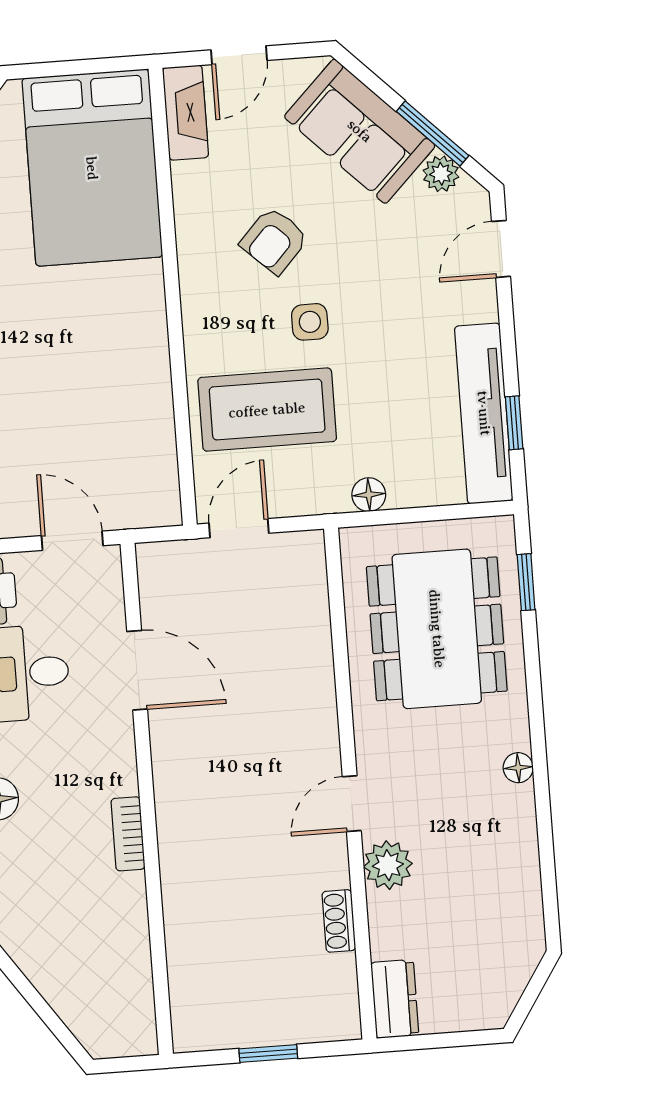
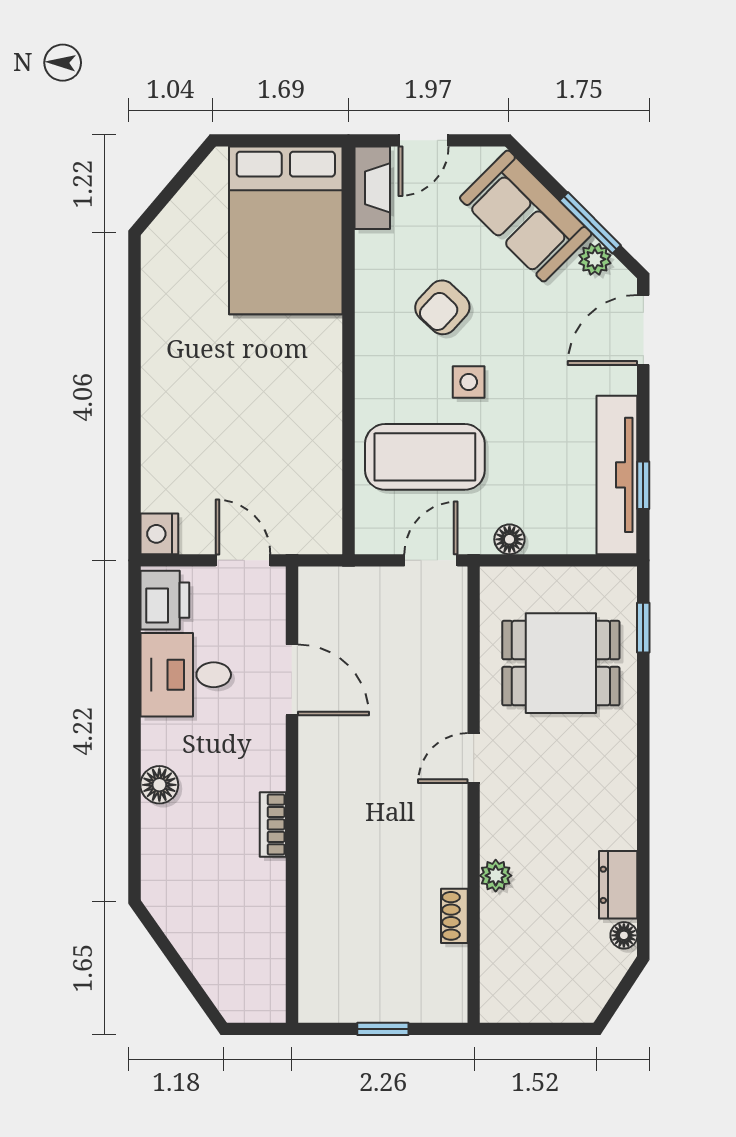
door: (501, 249) -> (643, 330), width x1.38
door: (239, 528) -> (431, 560), moved
dining table: (437, 629) -> (561, 663), width x0.73
floor lamp: (518, 768) -> (624, 935), moved
door: (352, 804) -> (474, 758), moved
plant: (388, 865) -> (496, 876), width x0.73, depth x0.73
dresser: (395, 999) -> (618, 885), moved, turned 180

